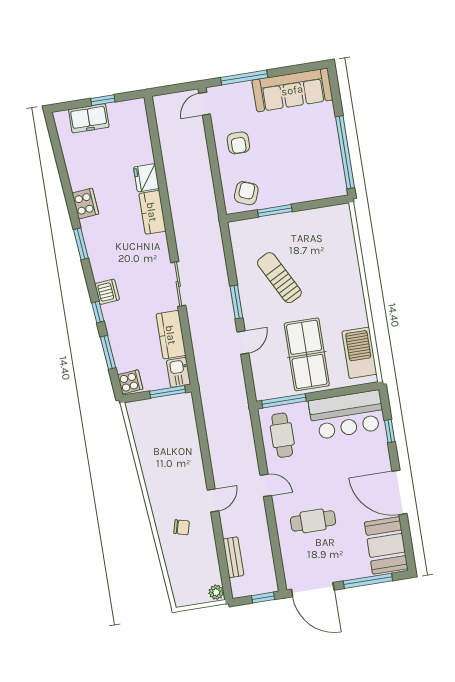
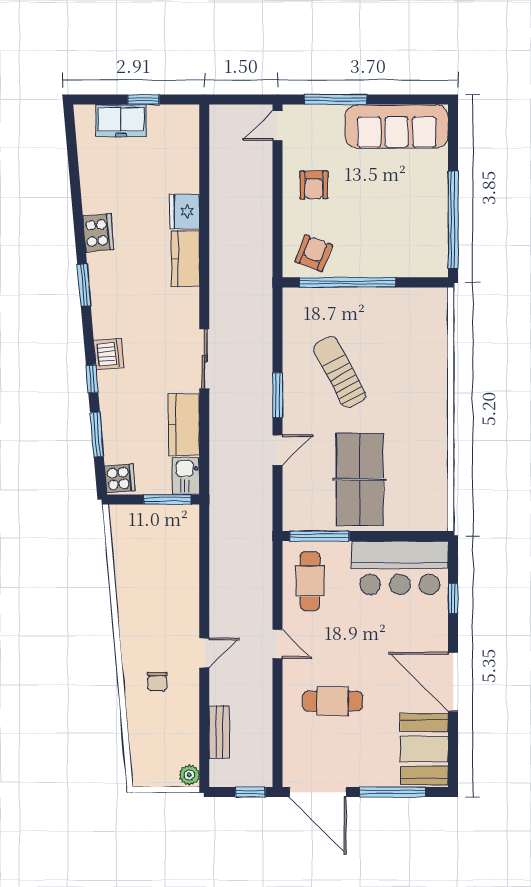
window: (275, 211) -> (348, 282), width x2.11
barbecue: (359, 353) -> (430, 488), removed
chair: (182, 527) -> (157, 682), turned 75

